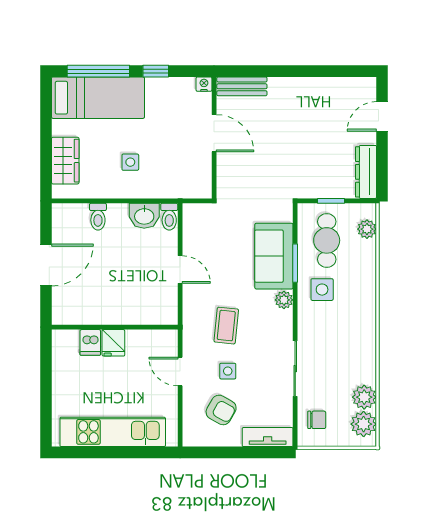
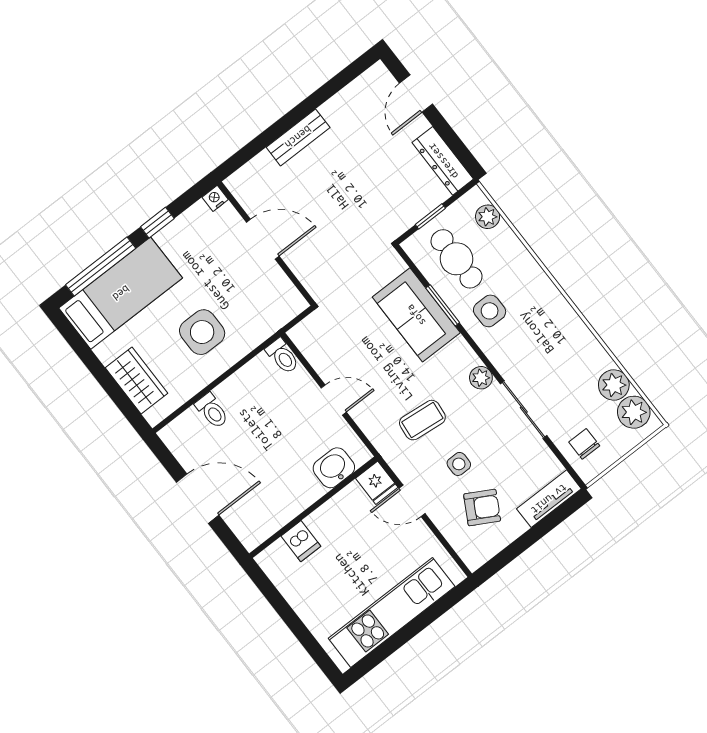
bench: (242, 86) -> (298, 137), moved
side table: (130, 162) -> (202, 332), width x1.87, depth x1.87
washbasin: (144, 216) -> (334, 468), moved, turned 180
door: (46, 265) -> (198, 499), hinge flipped
plant: (284, 300) -> (481, 378), moved
coffee table: (226, 326) -> (422, 420), turned 90
fridge: (113, 343) -> (377, 483), moved
chair: (317, 420) -> (584, 444), turned -90

